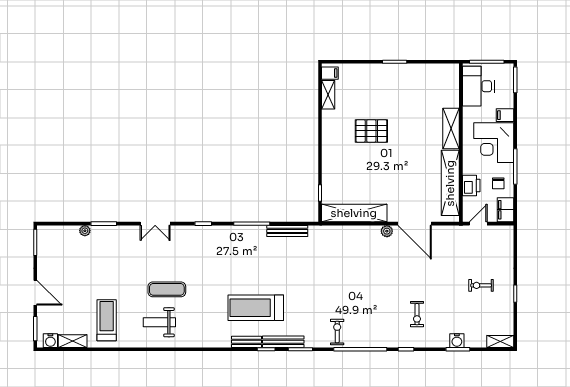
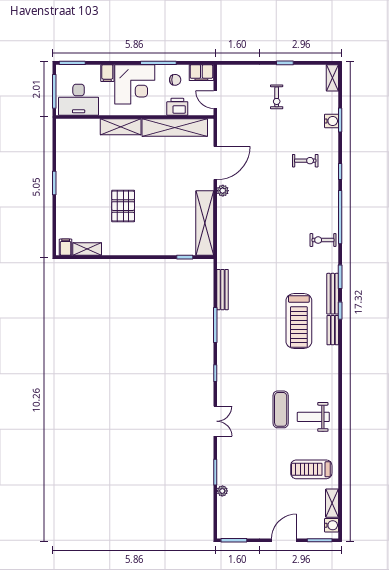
weight bench: (159, 322) -> (313, 417), turned 90

